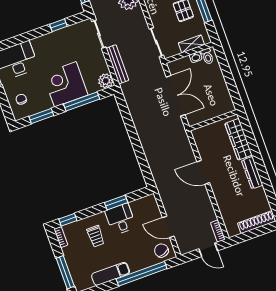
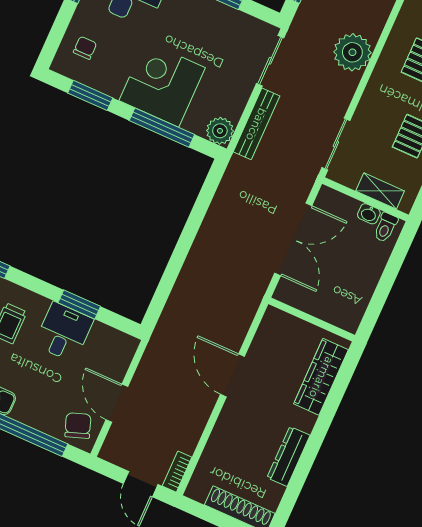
dresser: (252, 173) -> (288, 456), moved

